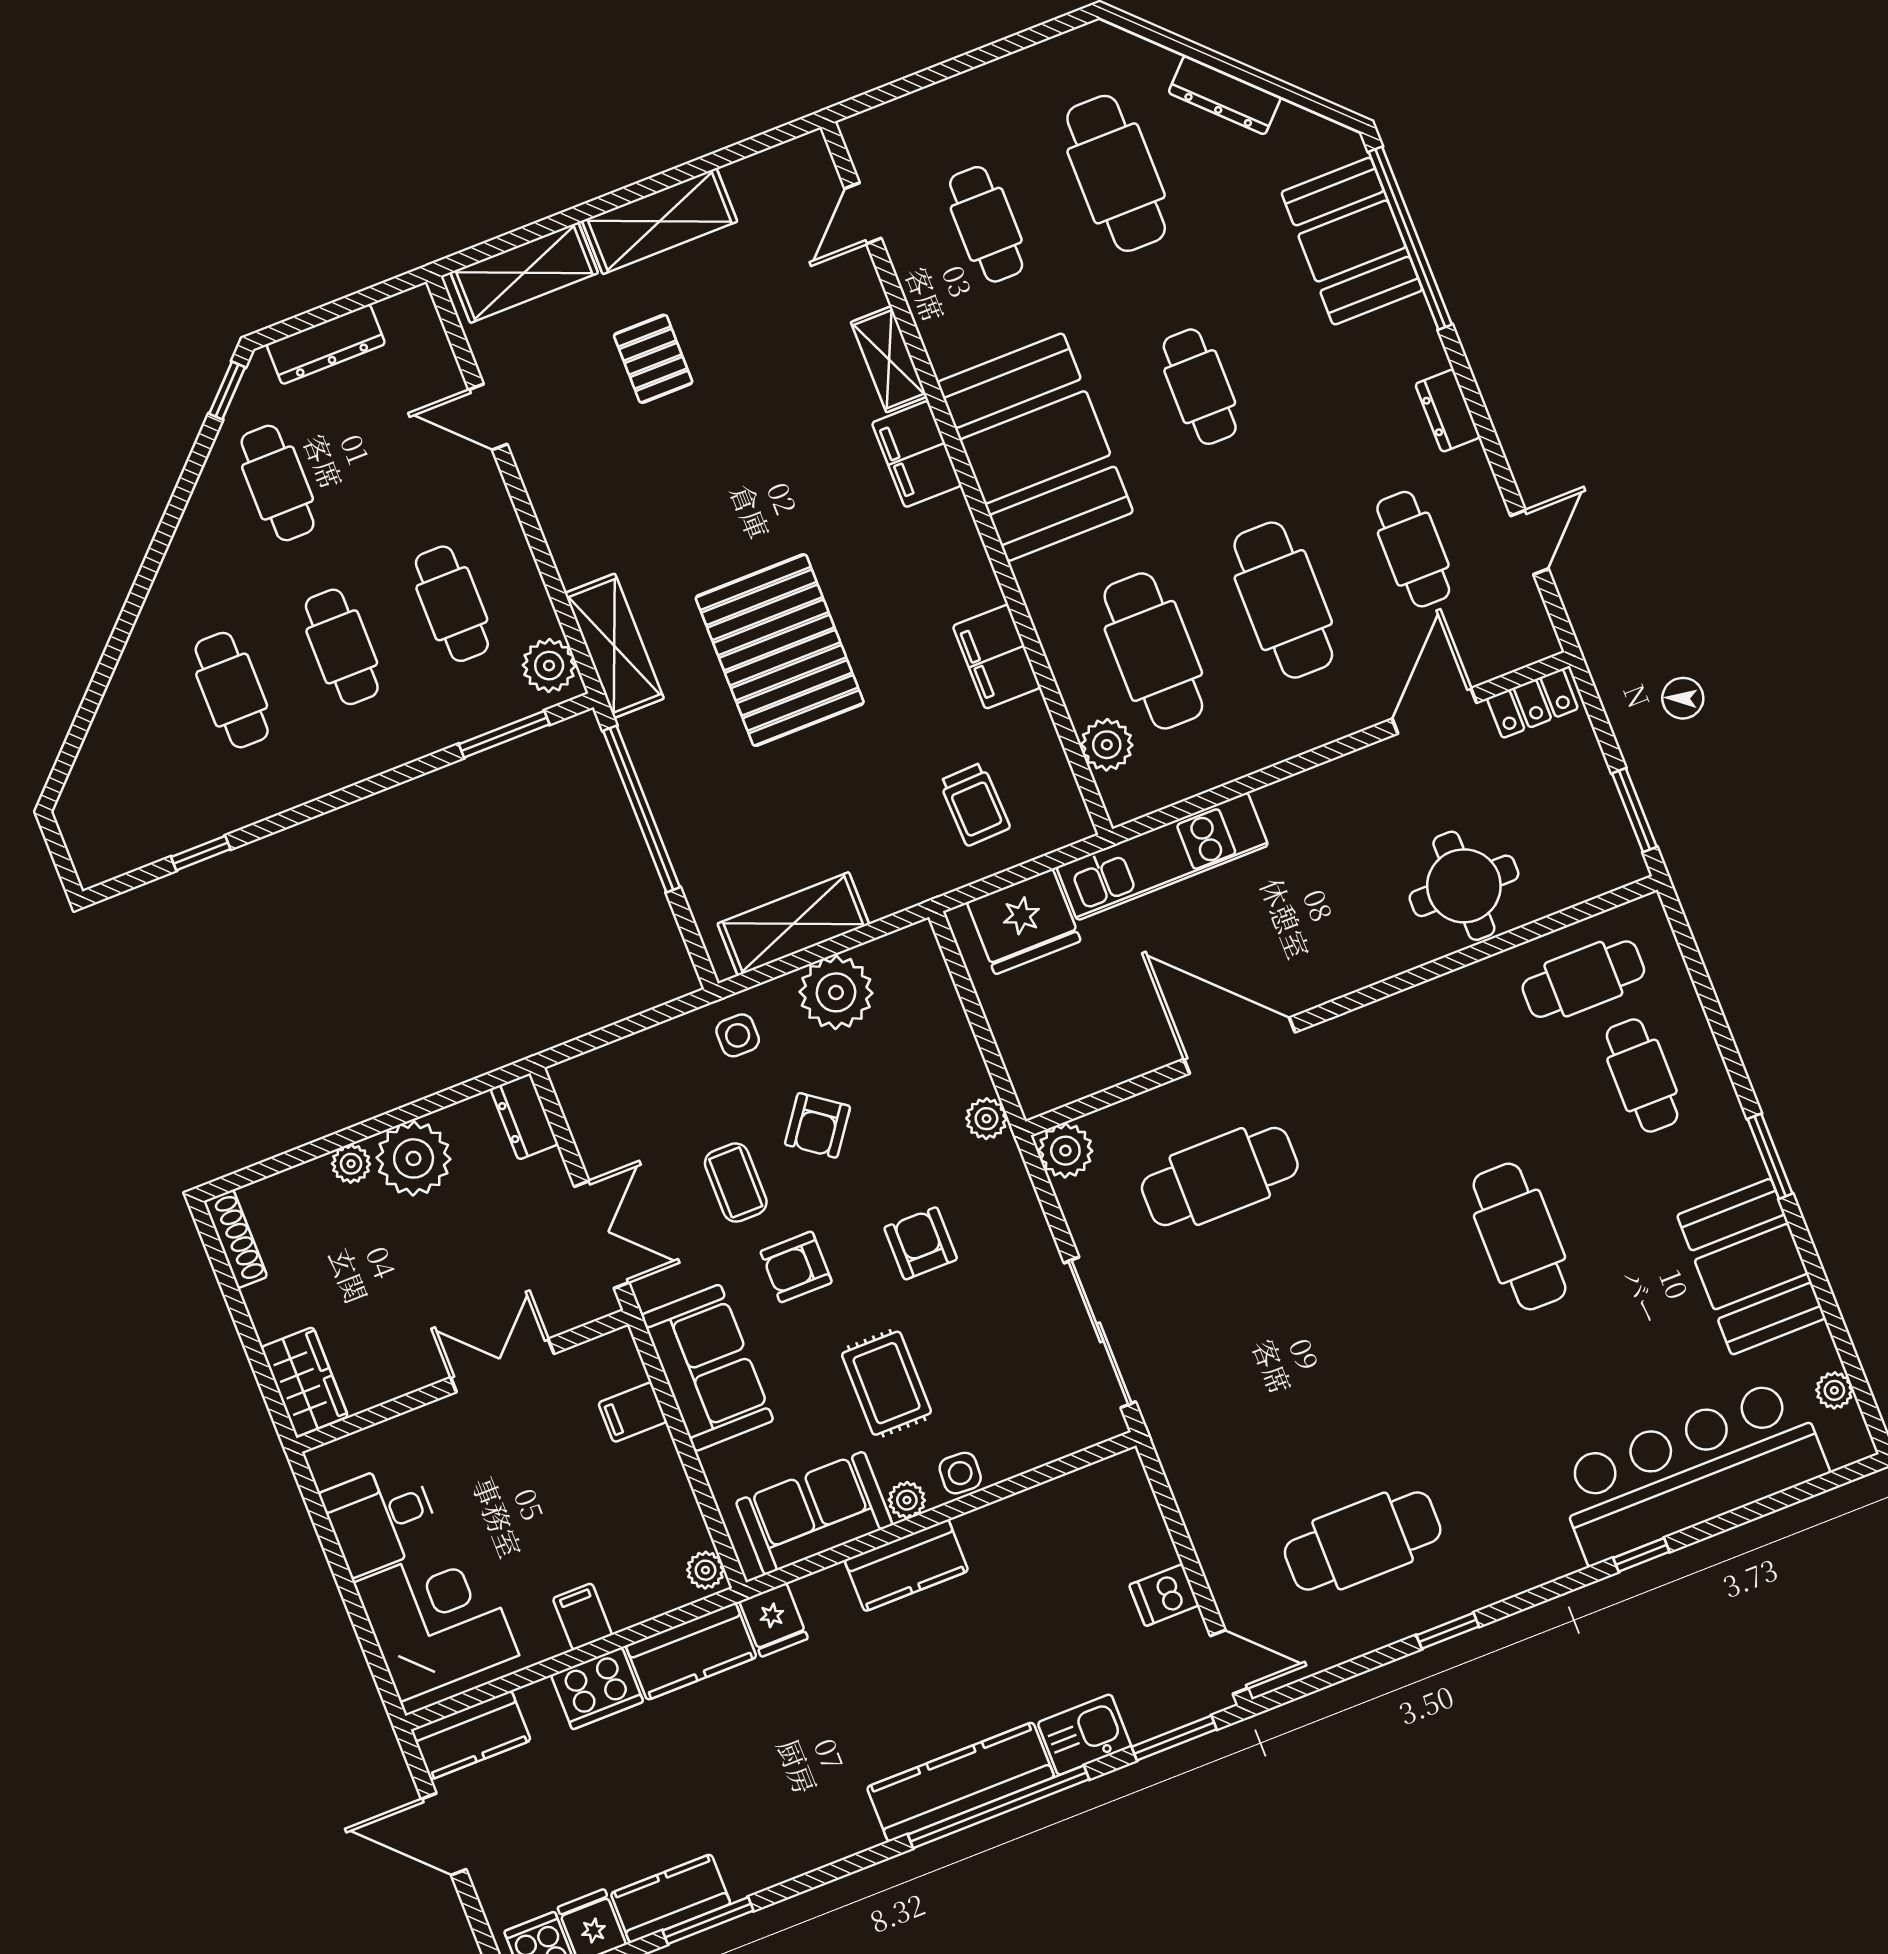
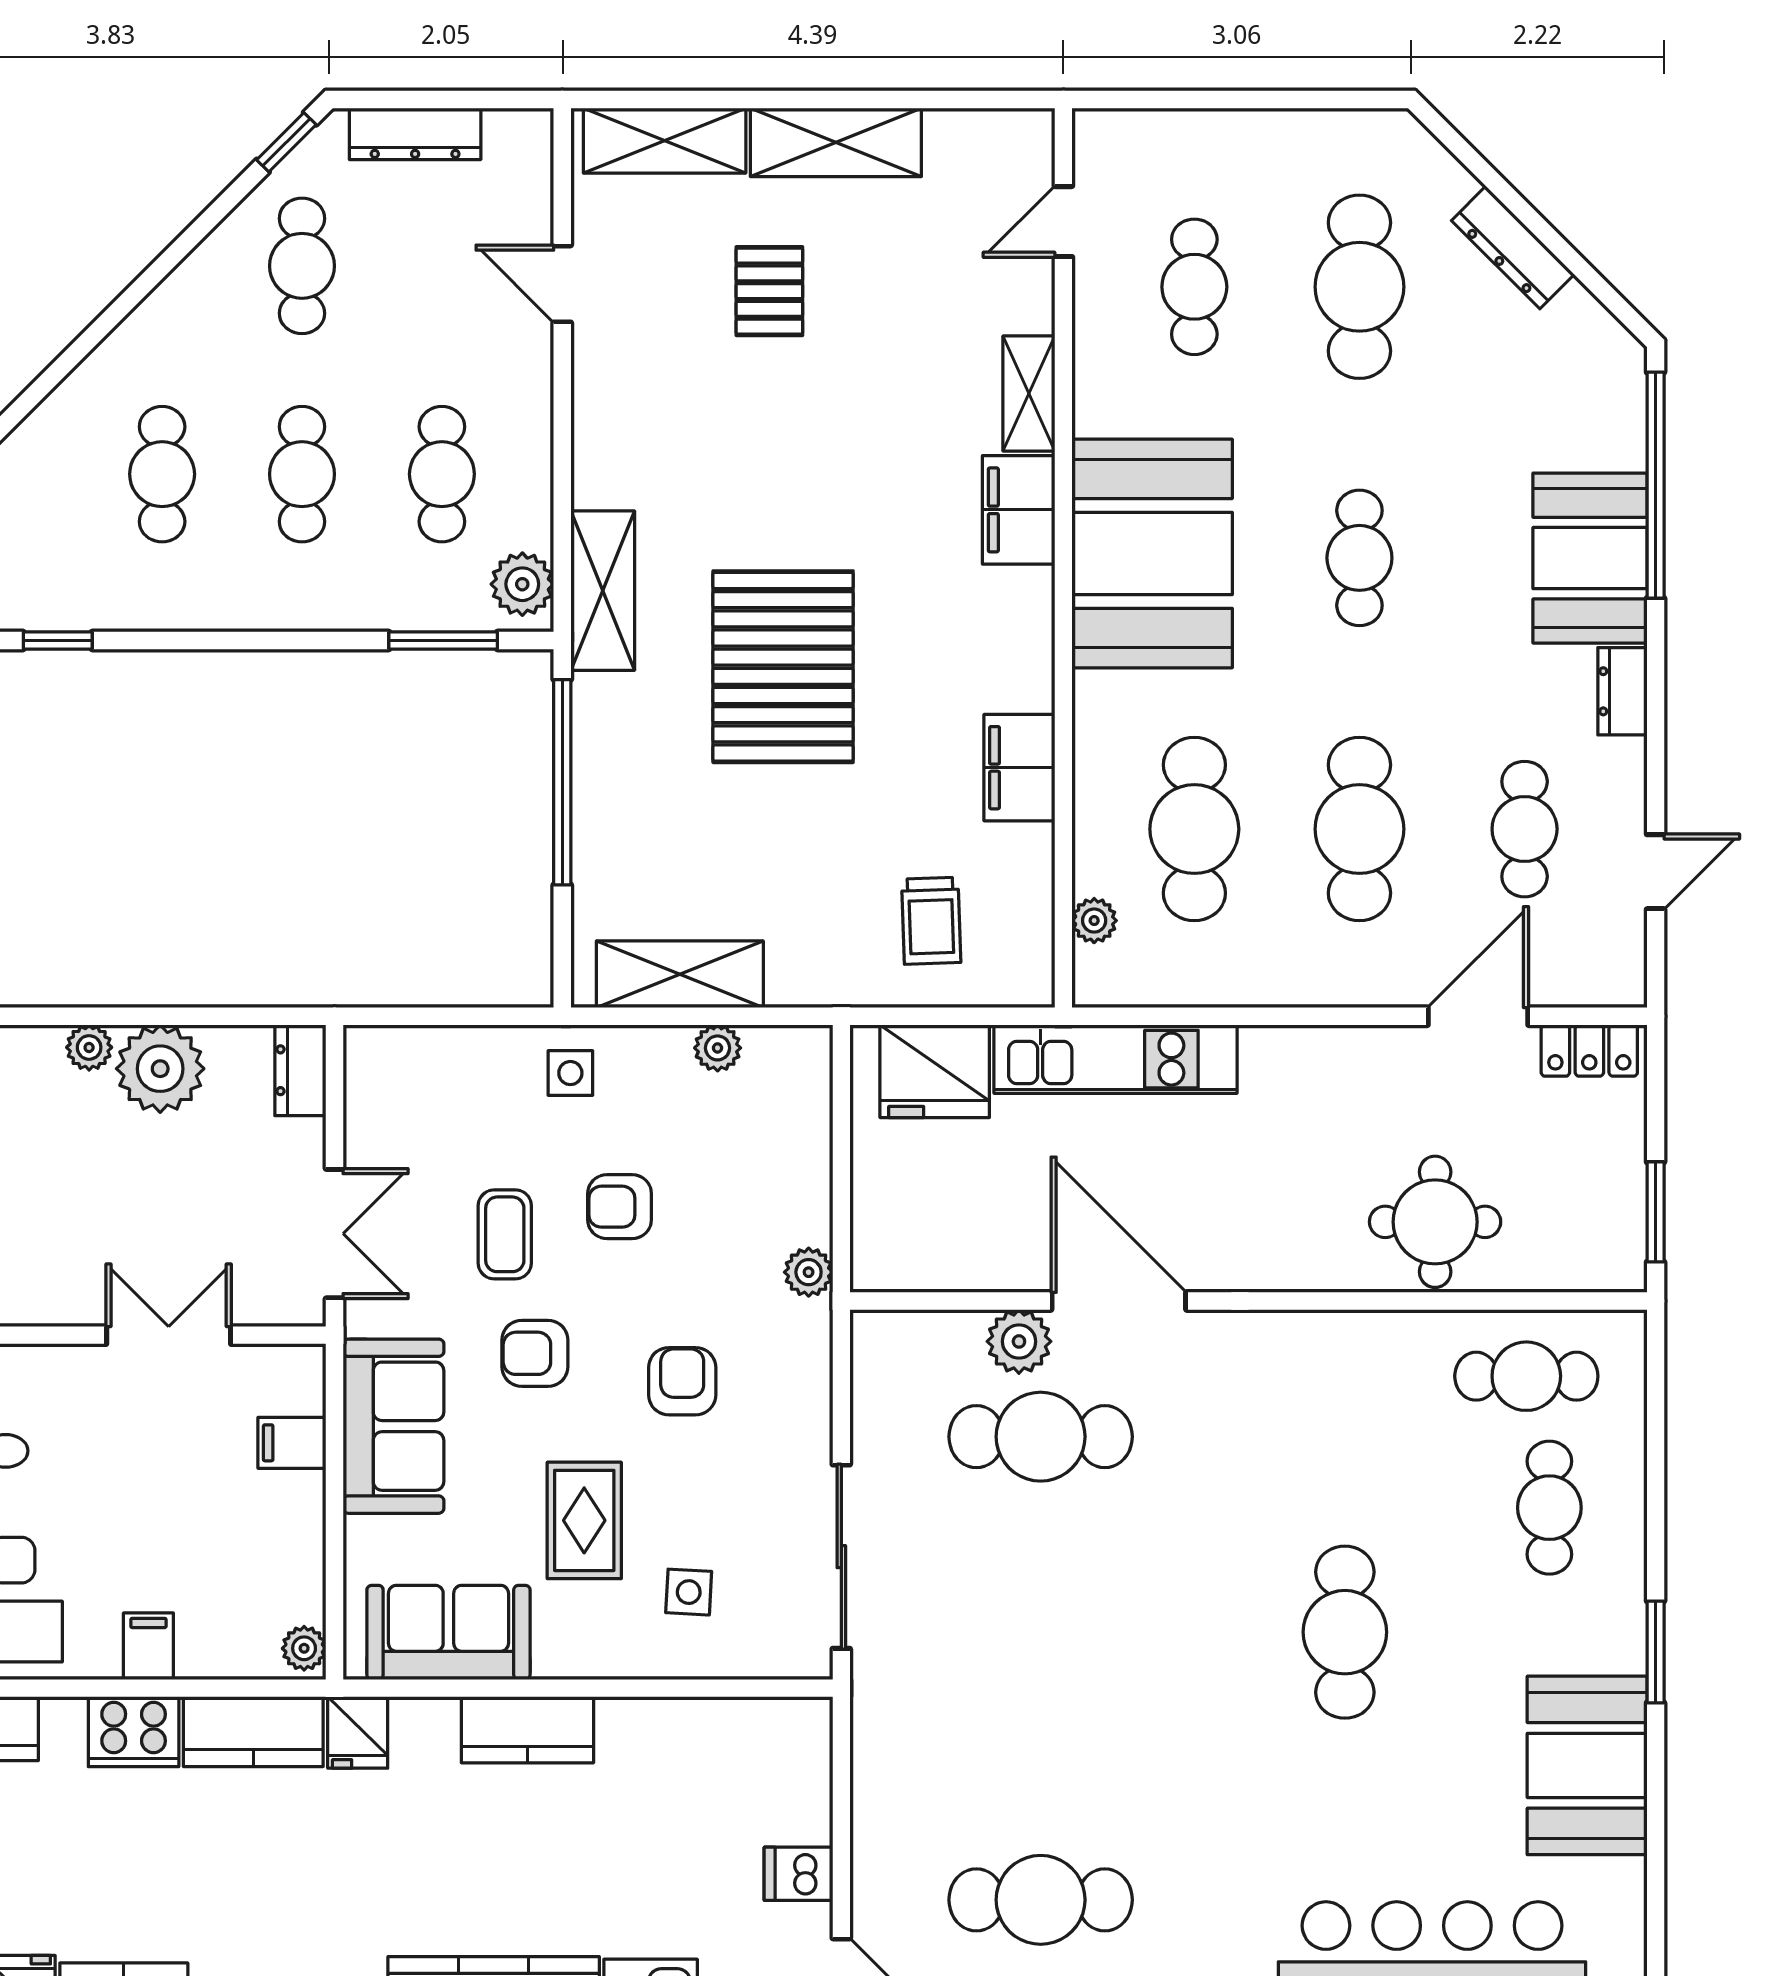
booth: (1352, 241) -> (1590, 558), moved
plant: (1107, 745) -> (1094, 921), width x0.73, depth x0.73
plant: (836, 992) -> (718, 1048), width x0.53, depth x0.53
armchair: (818, 1125) -> (620, 1207), turned 54
plant: (1065, 1151) -> (1019, 1341), moved
plant: (1834, 1390) -> (1625, 1938), removed
side table: (960, 1473) -> (689, 1592), moved
plant: (907, 1500) -> (556, 1658), removed

